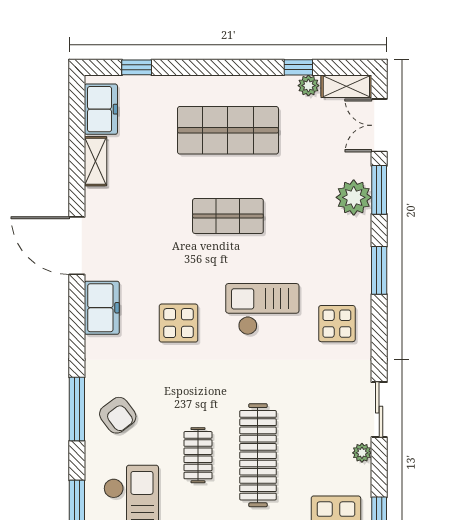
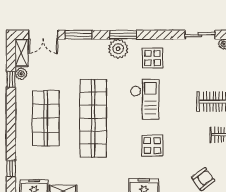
plant: (354, 197) -> (118, 49), moved
shop shelf: (228, 216) -> (93, 118), width x2.00, depth x1.36
checkout: (262, 309) -> (145, 99), turned 180

